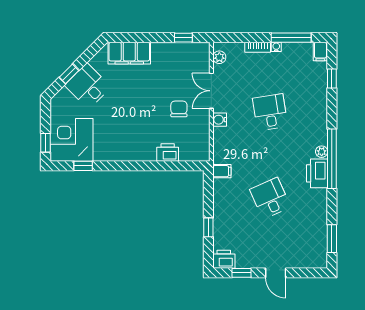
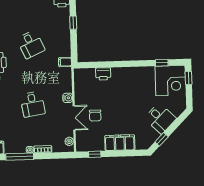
filing cabinet: (129, 53) -> (120, 143), moved
window: (69, 74) -> (162, 139), moved
chair: (179, 109) -> (95, 116), moved

